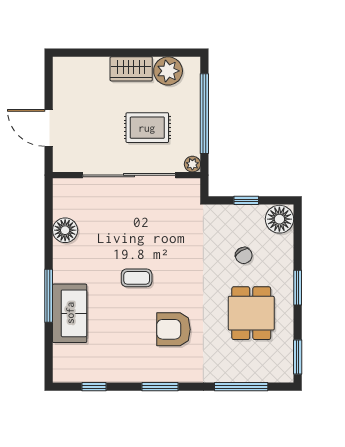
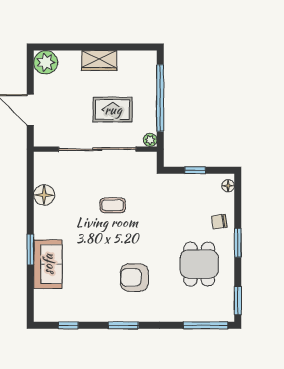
plant: (168, 71) -> (46, 62), moved
floor lamp: (279, 219) -> (228, 186), width x0.53, depth x0.53
chair: (244, 255) -> (219, 222), moved, turned 112
coffee table: (137, 278) -> (113, 205), moved
window: (49, 296) -> (30, 250), width x0.69
window: (241, 387) -> (206, 325), moved

